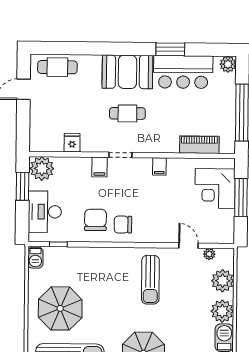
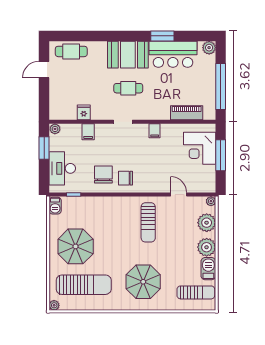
filing cabinet: (99, 167) -> (88, 132), moved
plant: (42, 169) -> (55, 129), width x0.53, depth x0.53
plant: (209, 254) -> (211, 201), moved

